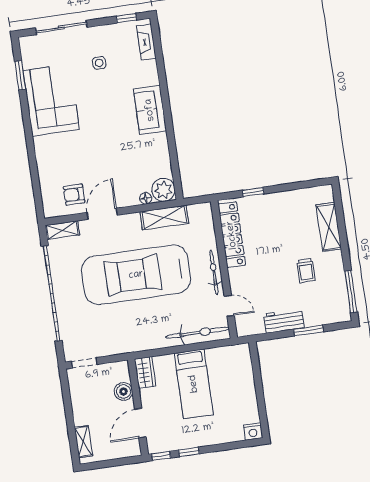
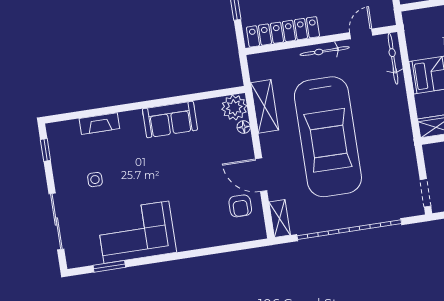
fireplace: (146, 42) -> (99, 124), moved
sofa: (150, 110) -> (170, 119), moved
bicycle: (197, 333) -> (393, 59), width x0.73, depth x0.71

